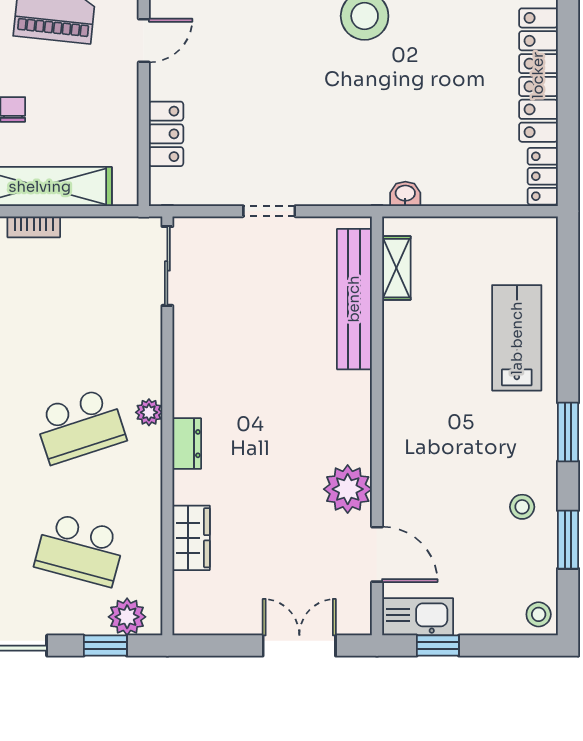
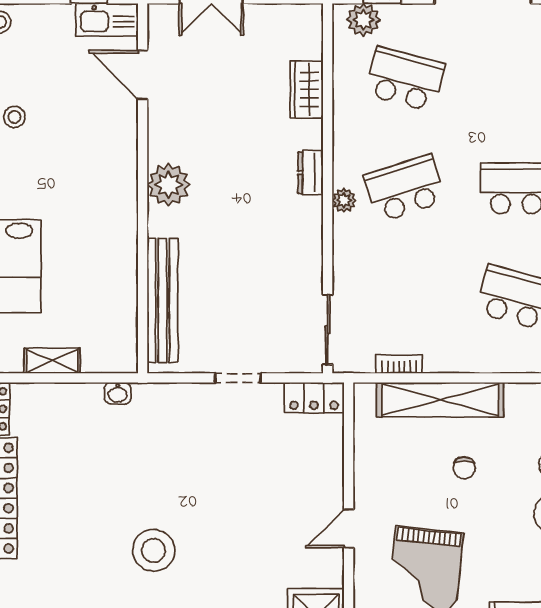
locker: (166, 134) -> (314, 398), moved, turned -90
bookcase: (34, 227) -> (399, 364), moved
shelving: (396, 268) -> (52, 361), moved, turned 90
plant: (348, 489) -> (168, 185), moved

